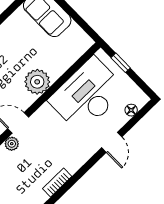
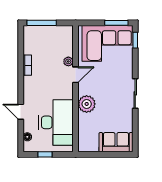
window: (121, 63) -> (45, 154), moved

